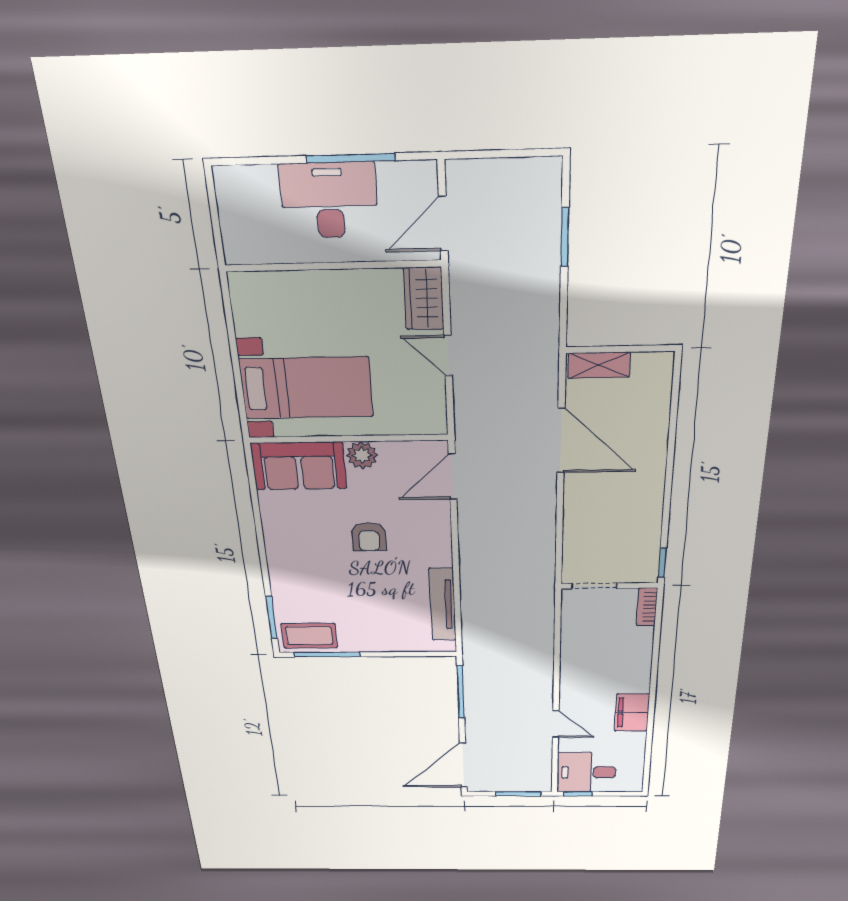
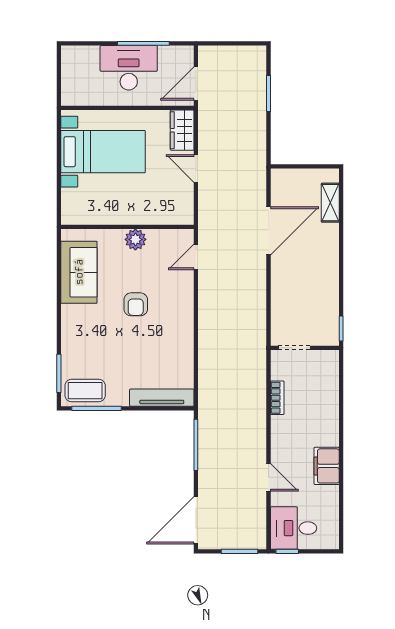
shelving: (599, 365) -> (330, 203), moved, turned 90
bed with nightstands: (306, 388) -> (103, 152), moved
door: (561, 441) -> (268, 231), hinge flipped
sofa: (299, 466) -> (79, 272), moved, turned -90
door: (453, 477) -> (196, 257), width x0.73
tv unit: (443, 605) -> (162, 398), moved, turned 90
bookcase: (647, 607) -> (277, 398), moved, turned 180

